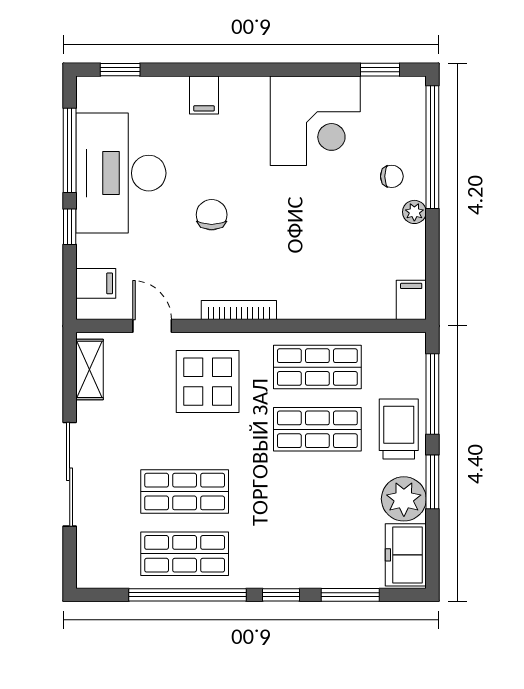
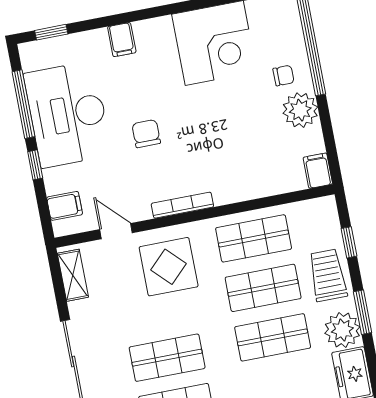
plant: (414, 212) -> (300, 110), width x1.88, depth x1.88
window: (432, 394) -> (349, 242), width x0.46
shop shelf: (317, 492) -> (273, 337), added

